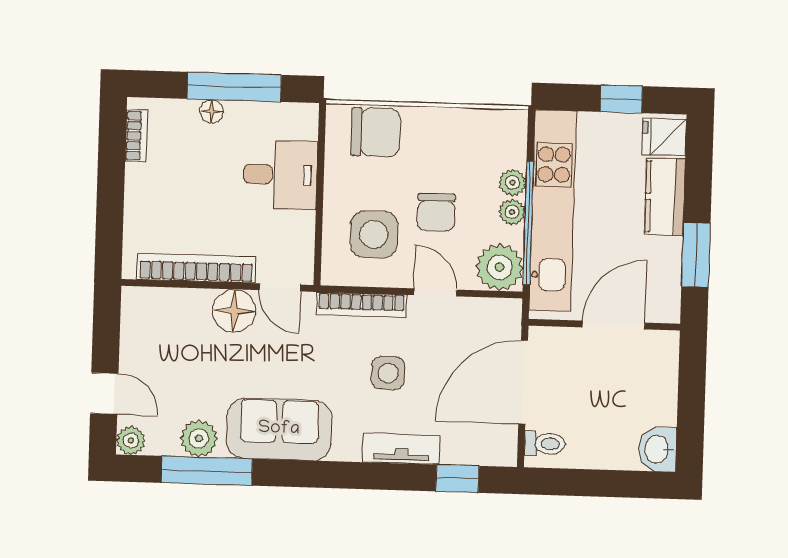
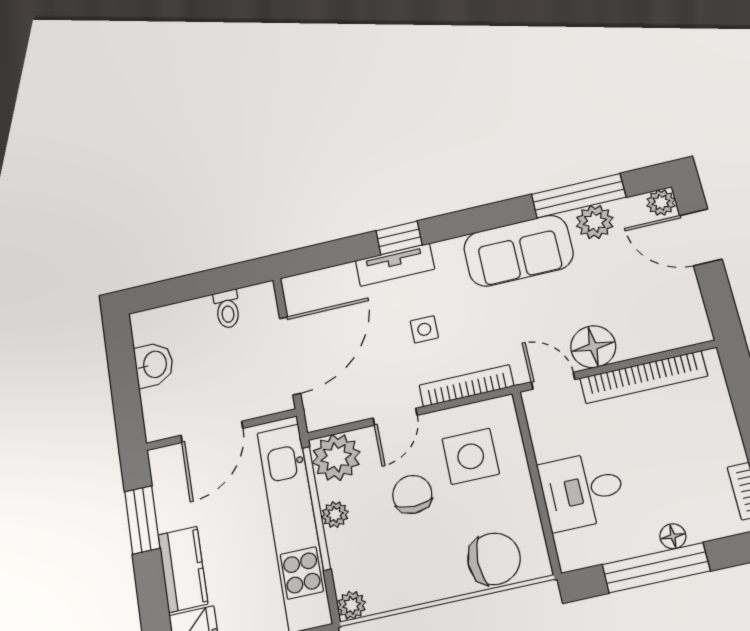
chair: (376, 132) -> (494, 559), turned 180
plant: (512, 183) -> (352, 605), moved
door: (435, 292) -> (395, 417), hinge flipped
side table: (388, 373) -> (424, 329), width x0.73, depth x0.73
door: (104, 393) -> (701, 237), width x1.38
toilet: (545, 444) -> (227, 309), moved, turned -90
washbasin: (658, 449) -> (154, 365), moved
window: (457, 479) -> (399, 238), moved

